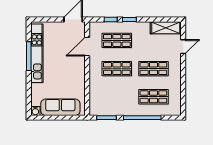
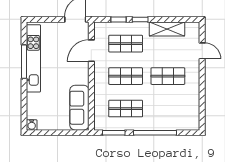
shelving: (166, 28) -> (167, 29), moved
door: (183, 47) -> (202, 51), hinge flipped
shop shelf: (153, 97) -> (126, 109), moved
sofa: (60, 107) -> (79, 108), moved, turned -90

